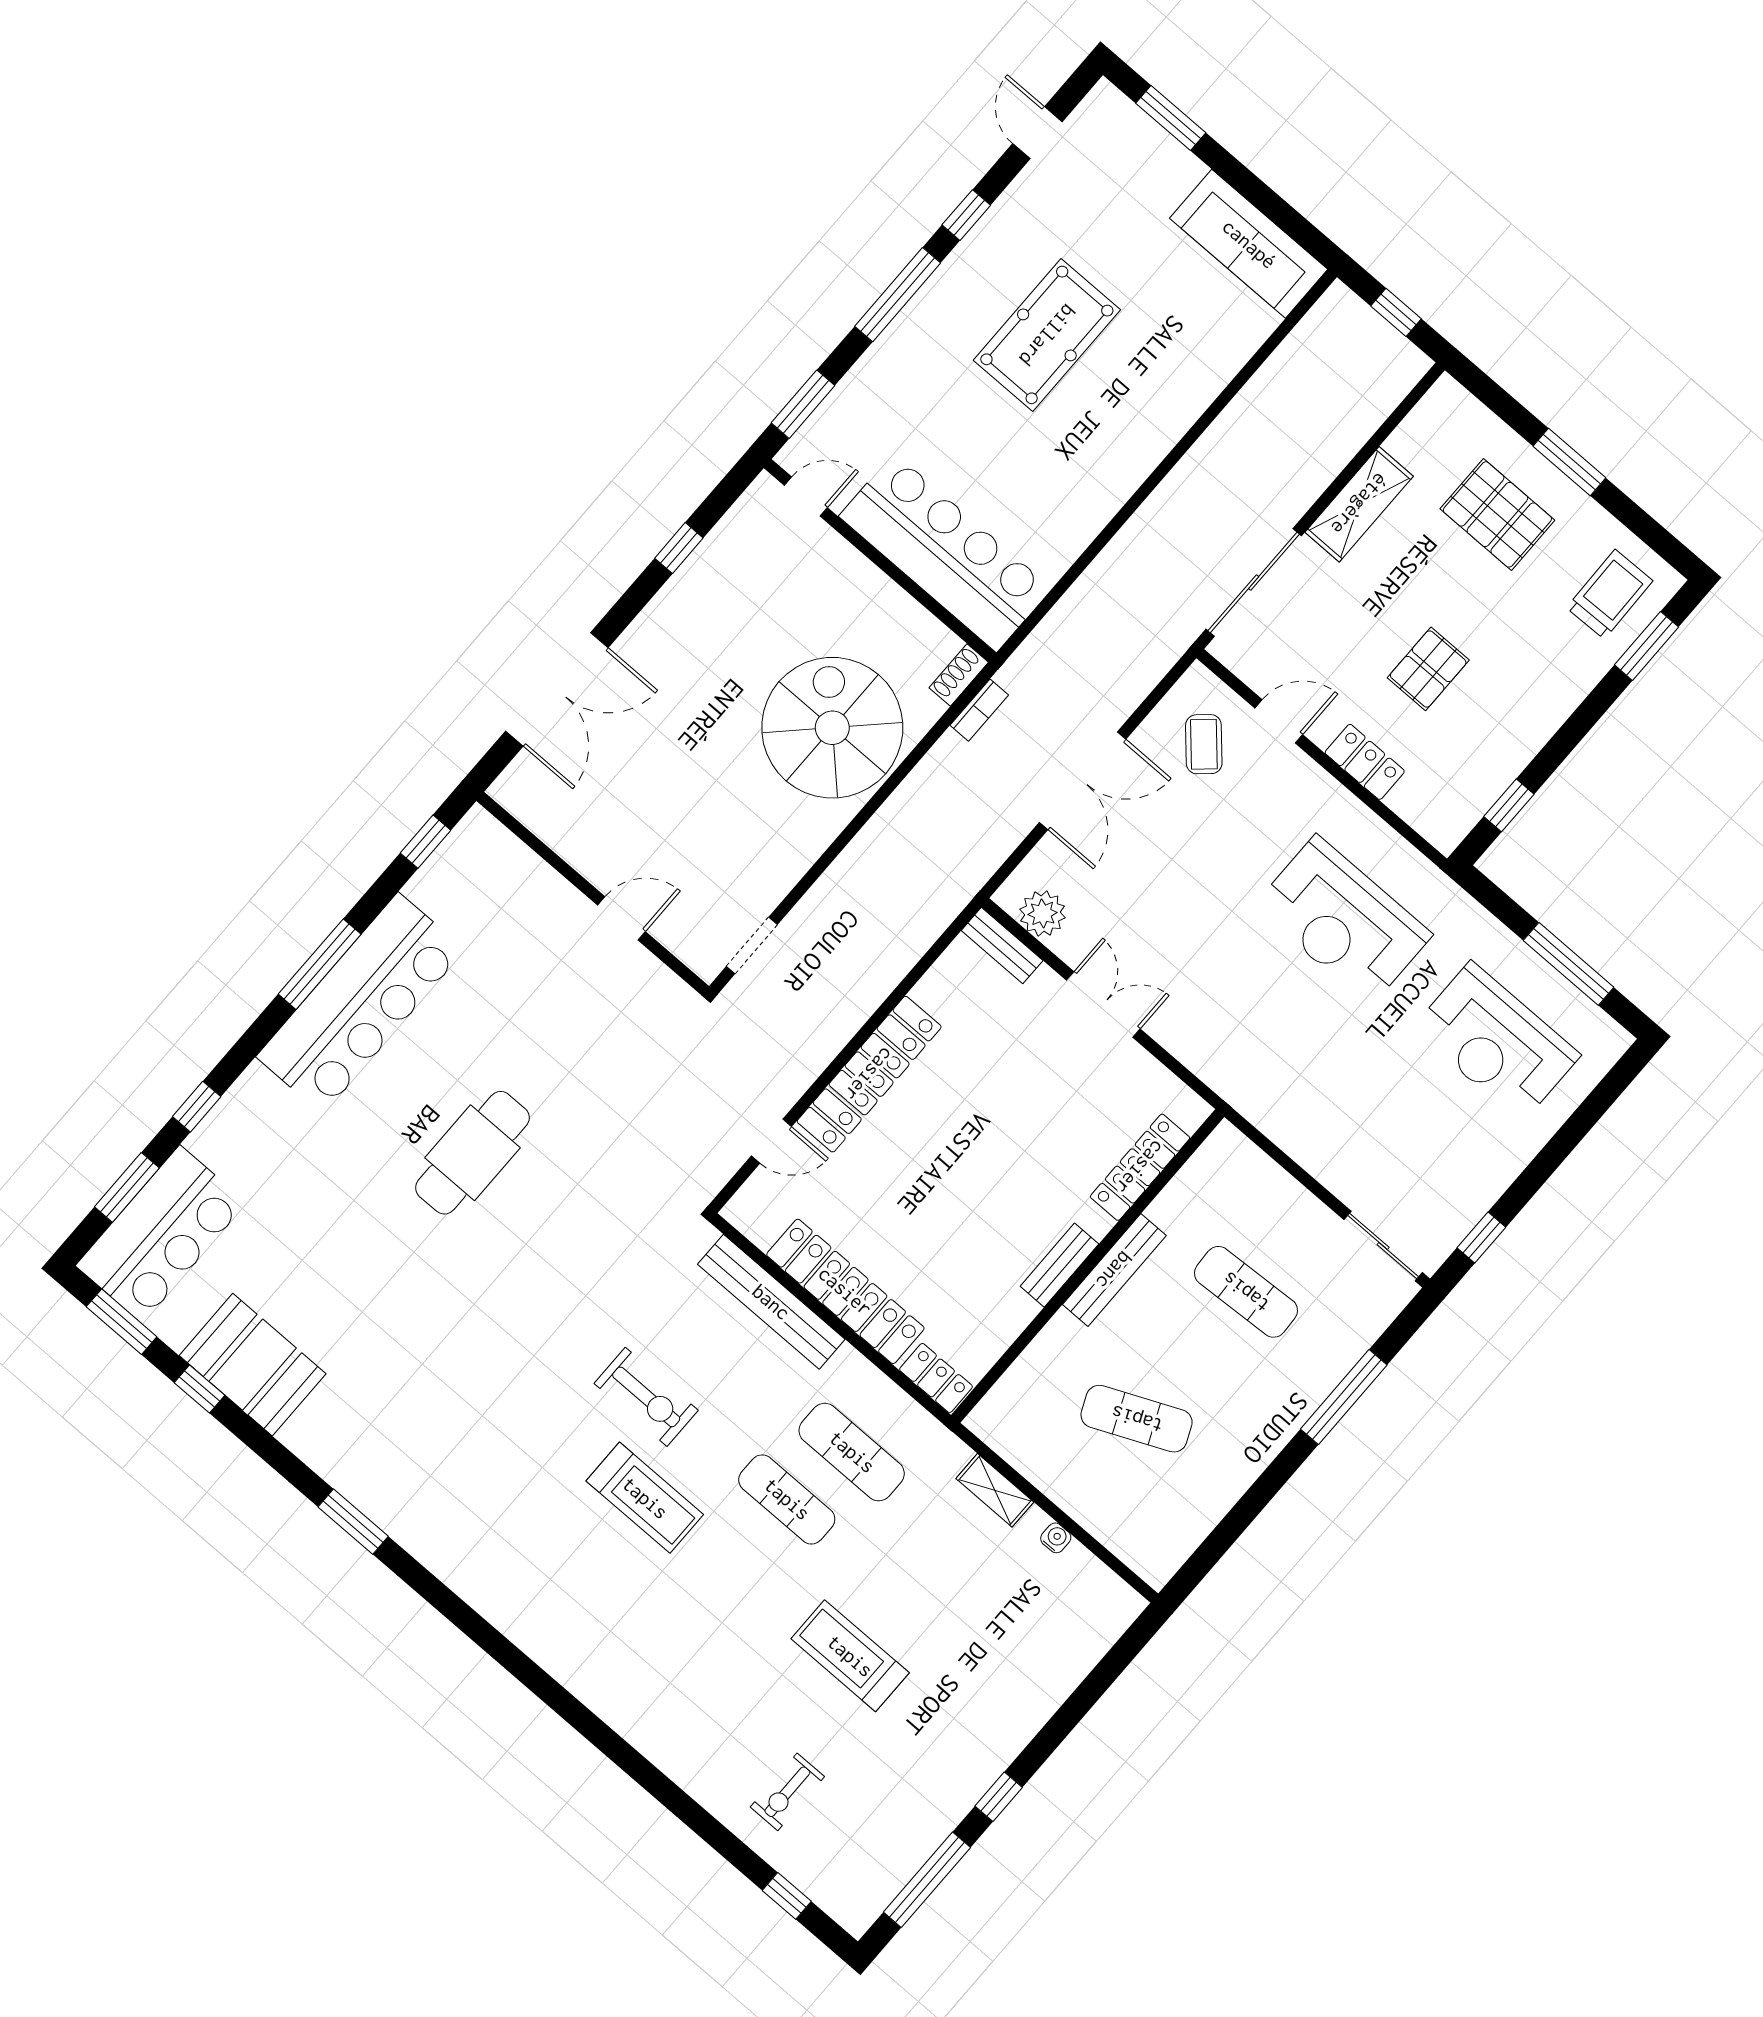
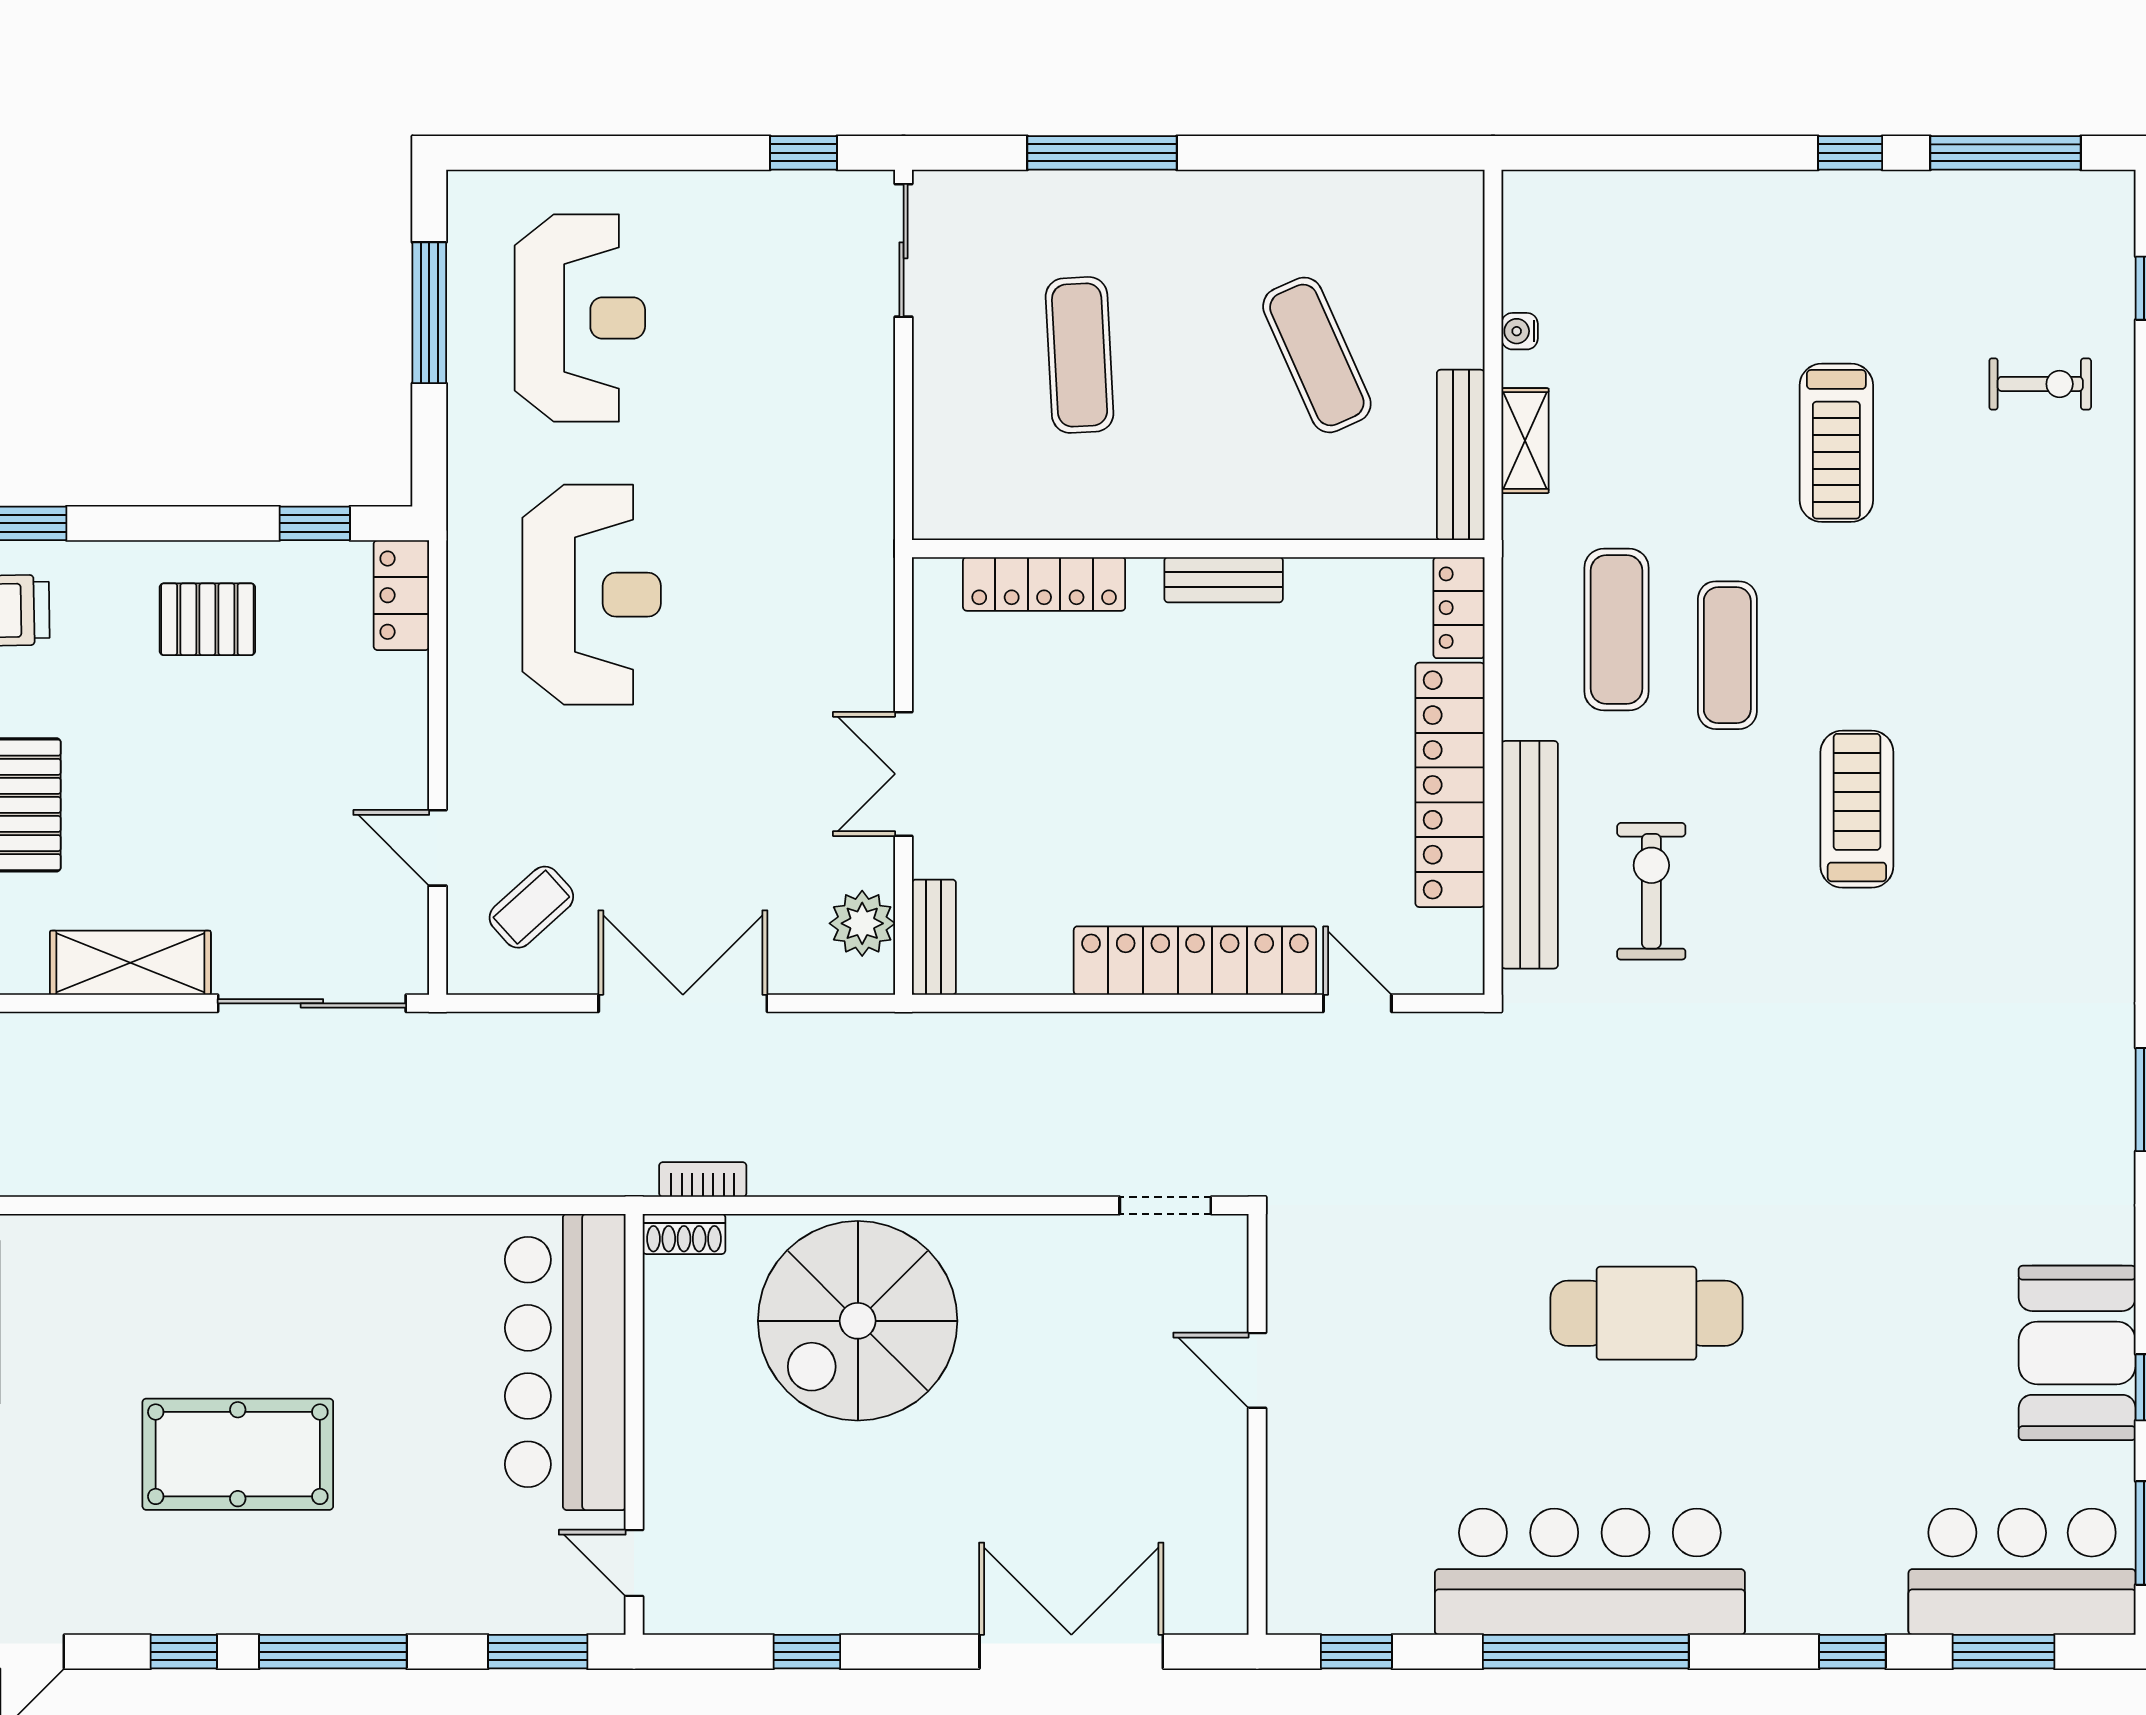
pallet: (1428, 669) -> (207, 619), moved
locker: (1365, 762) -> (401, 595), moved
window: (320, 964) -> (1586, 1652), width x1.46
bench: (1114, 1270) -> (1461, 455), moved, turned 90
exercise bike: (646, 1397) -> (1651, 891), moved

